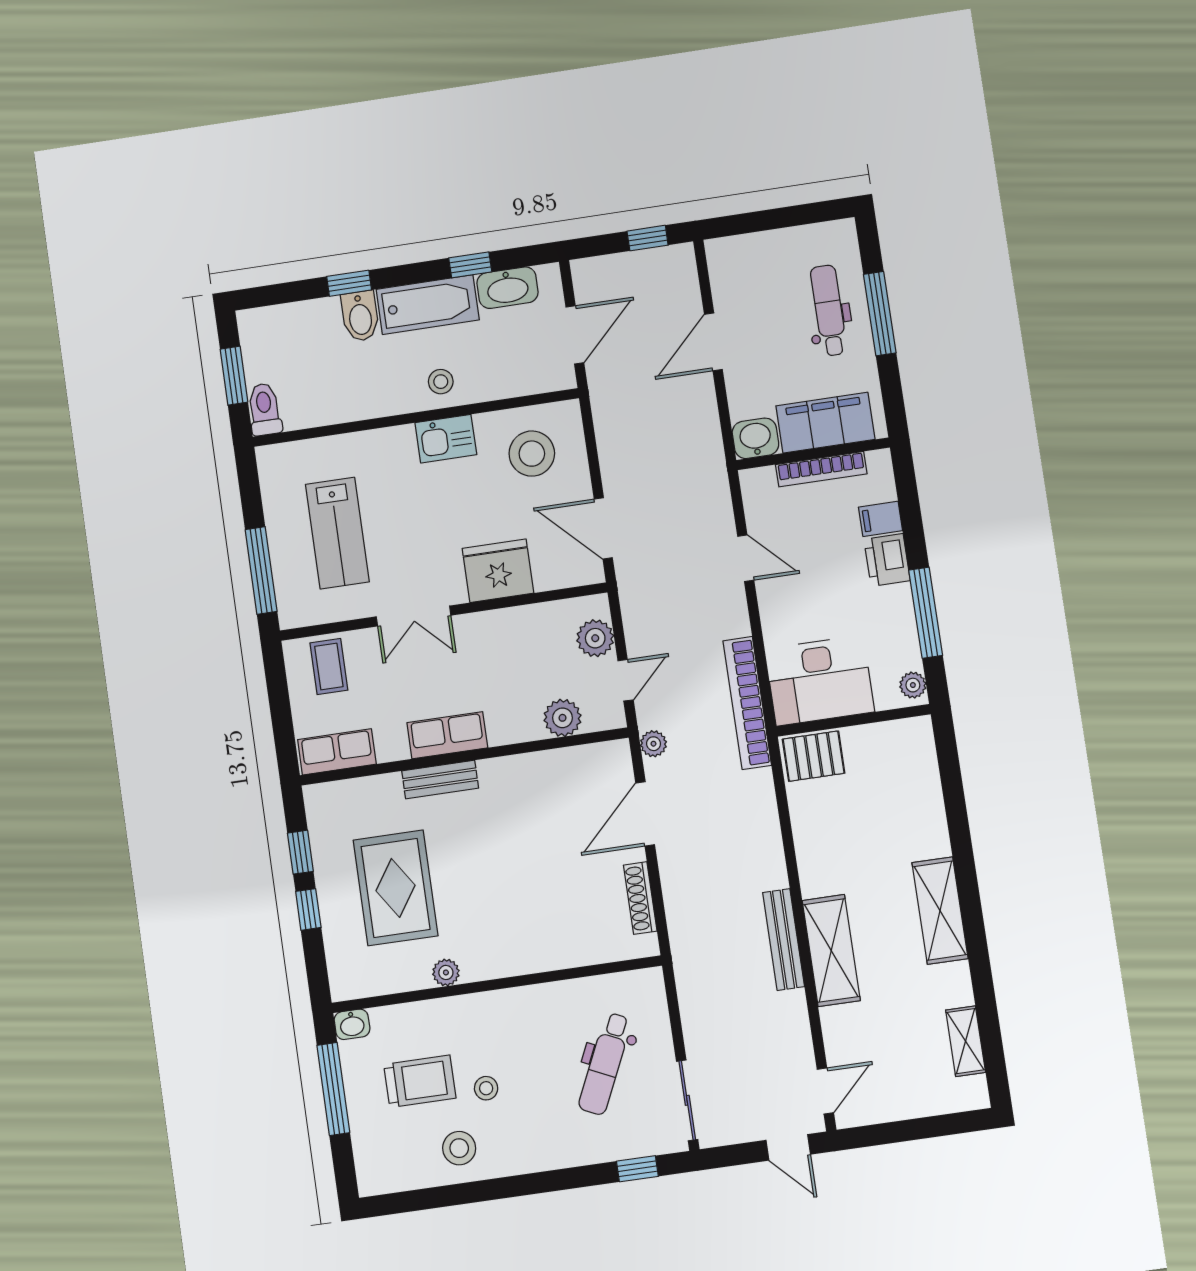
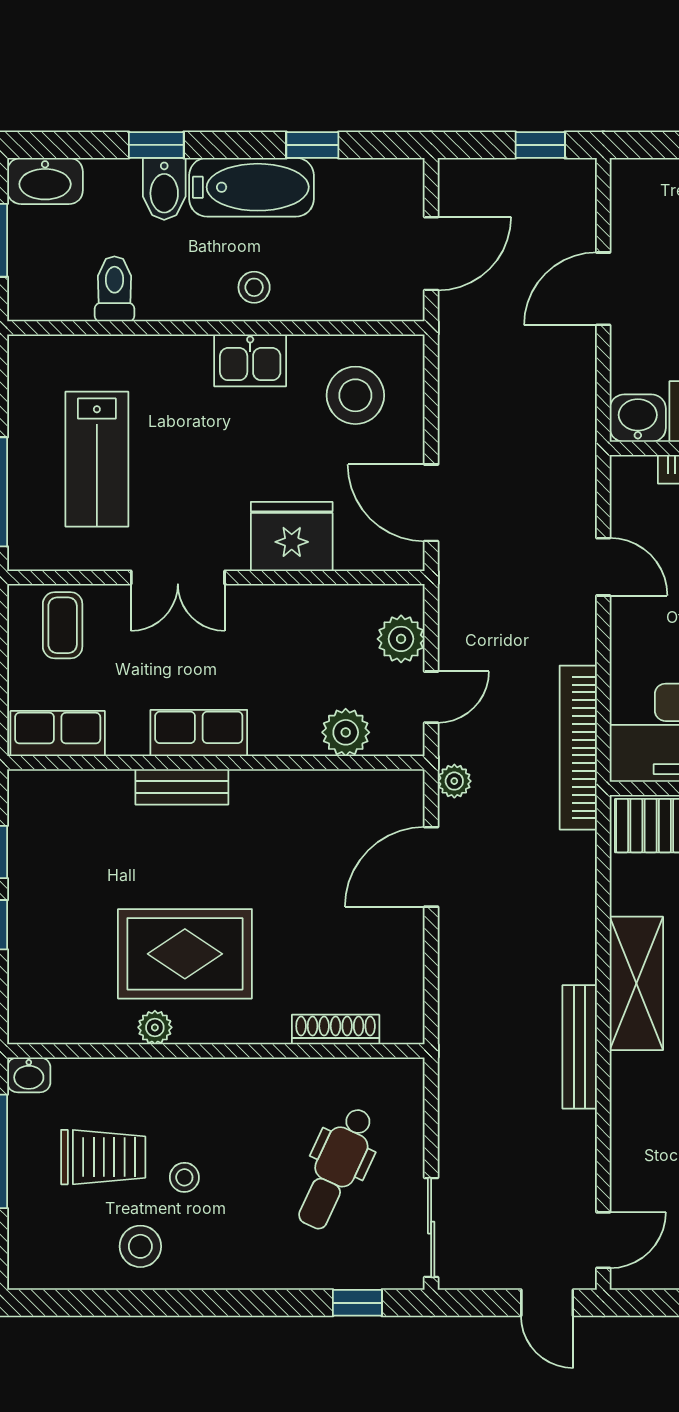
washbasin: (507, 288) -> (45, 181), moved
toilet: (265, 409) -> (114, 289), moved
rug: (396, 888) -> (185, 954), moved, turned 90
shoe rack: (640, 898) -> (336, 1030), moved, turned 90
shelving: (831, 950) -> (636, 983), moved

